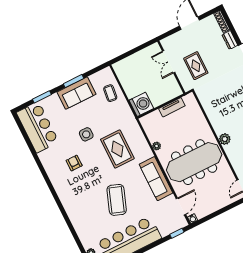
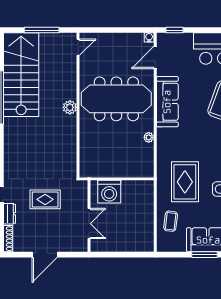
rug: (196, 66) -> (45, 199), moved, turned 90
washing machine: (141, 104) -> (109, 192), moved, turned -90
tv unit: (172, 107) -> (110, 172), removed
rug: (117, 149) -> (185, 182), moved

